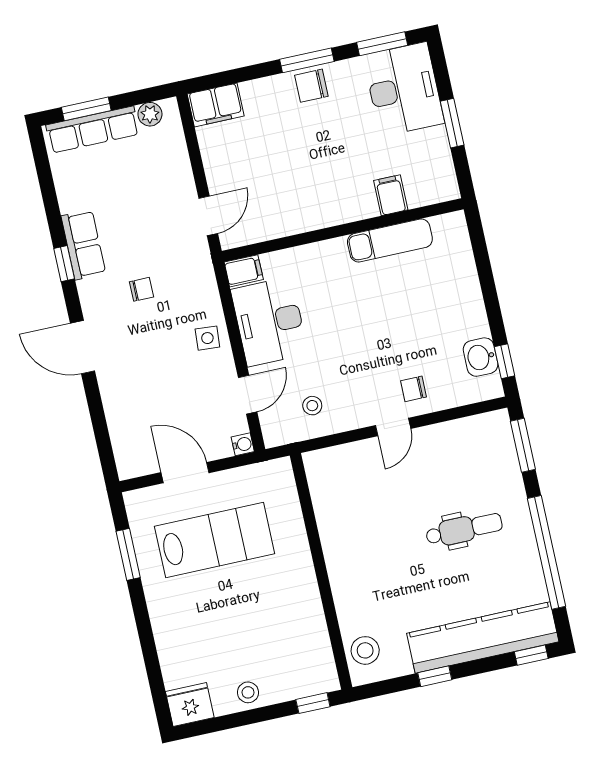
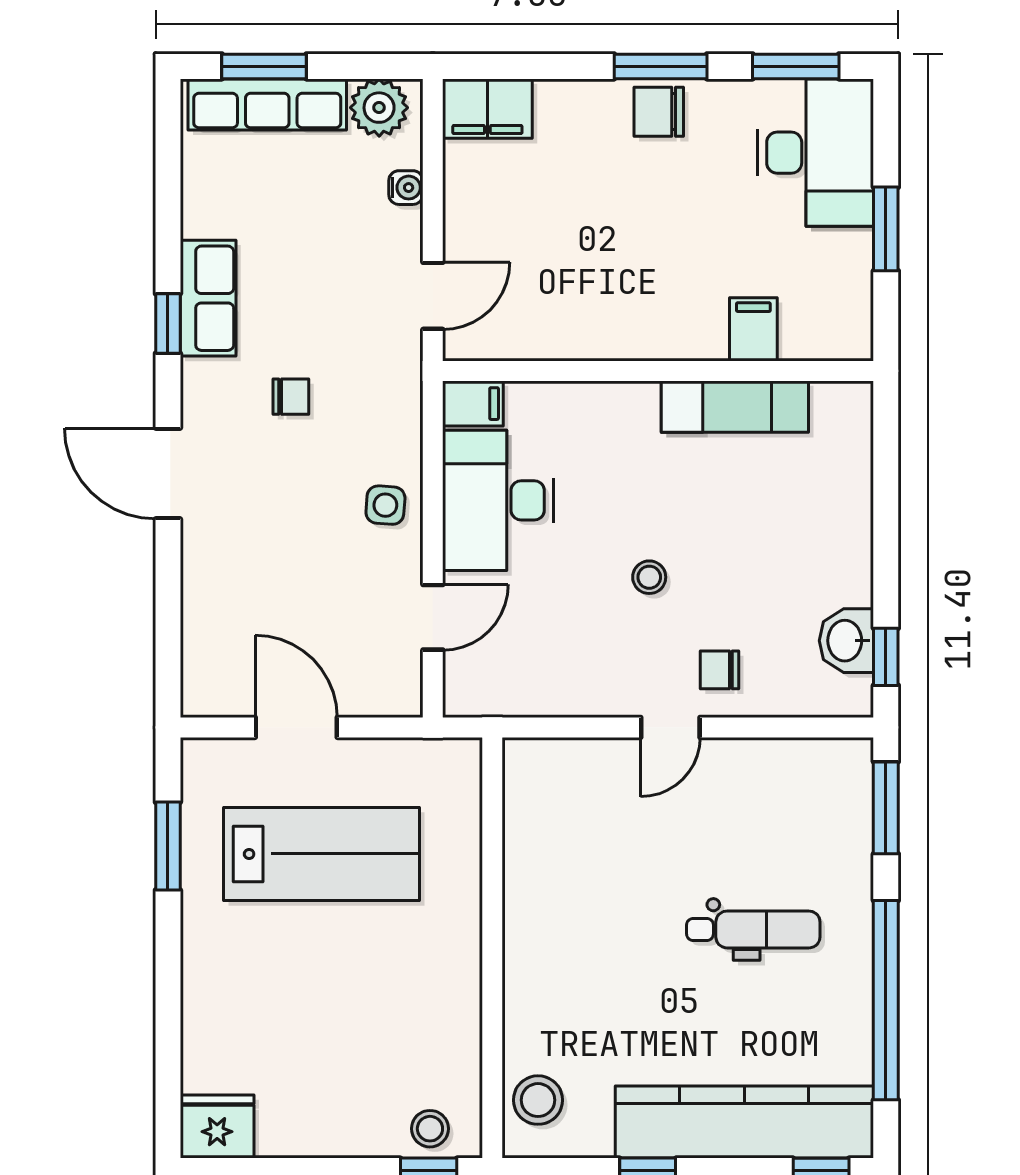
plant: (150, 114) -> (379, 108), width x1.38, depth x1.38
stool: (312, 406) -> (649, 577), moved
water cooler: (243, 444) -> (406, 188), moved
stool: (248, 692) -> (430, 1129), moved

